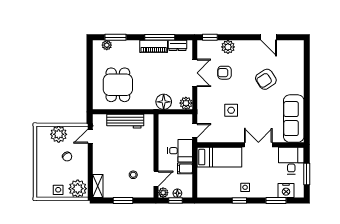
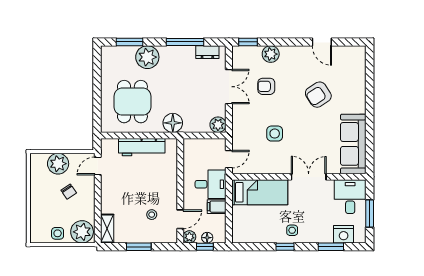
plant: (107, 45) -> (147, 57), moved, width x1.87, depth x1.87
piano: (154, 46) -> (177, 53), removed
floor lamp: (164, 102) -> (173, 123), moved

